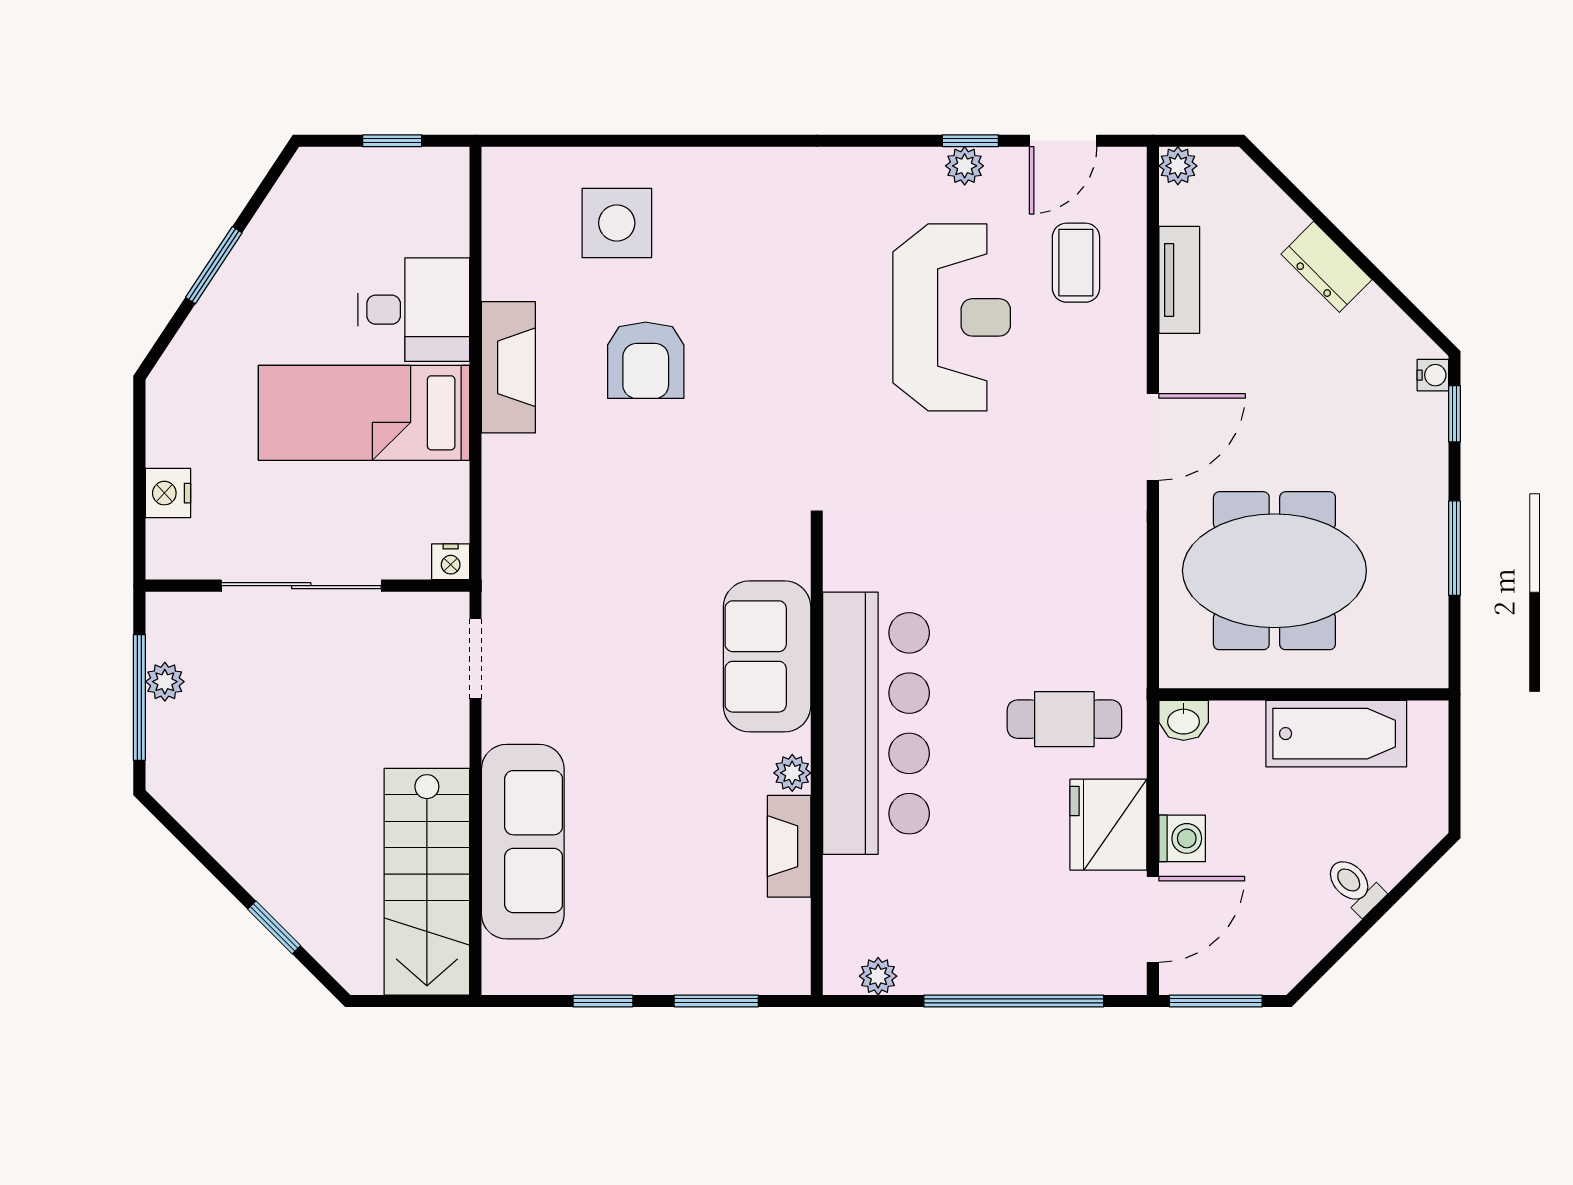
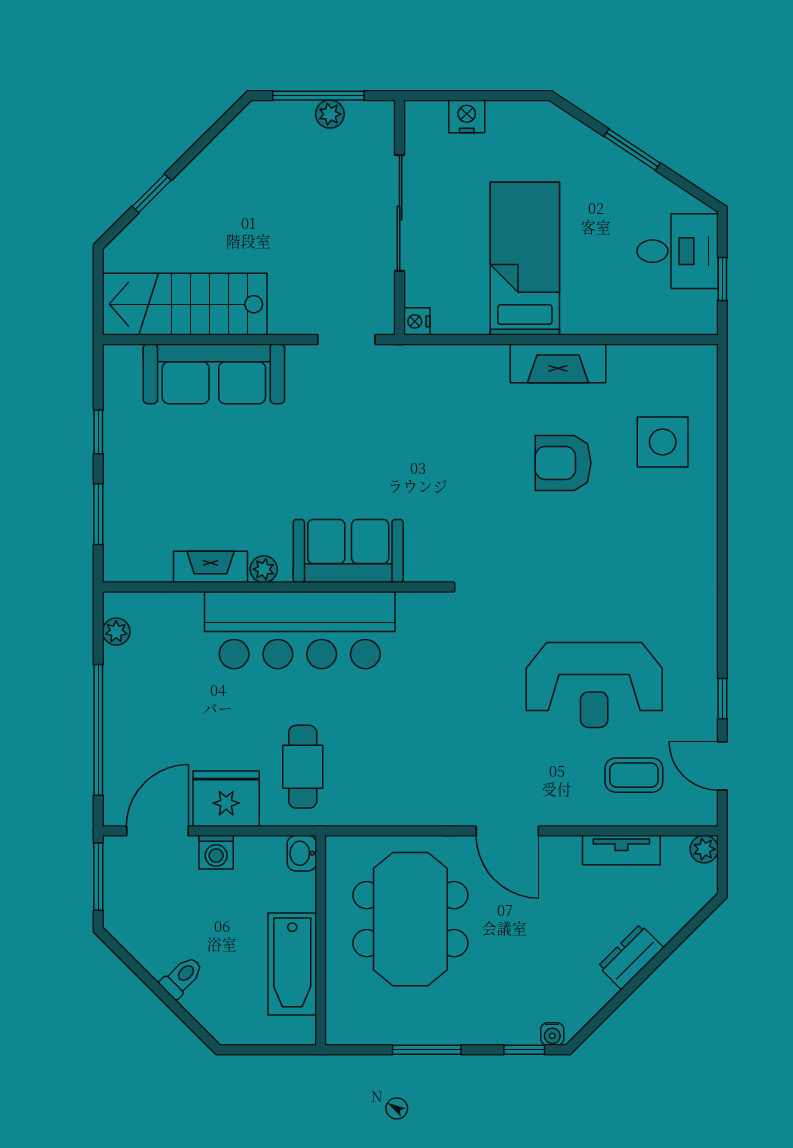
plant: (965, 166) -> (704, 694), removed
desk: (414, 310) -> (678, 251), moved, turned -90
door: (1153, 919) -> (157, 831), swing flipped

